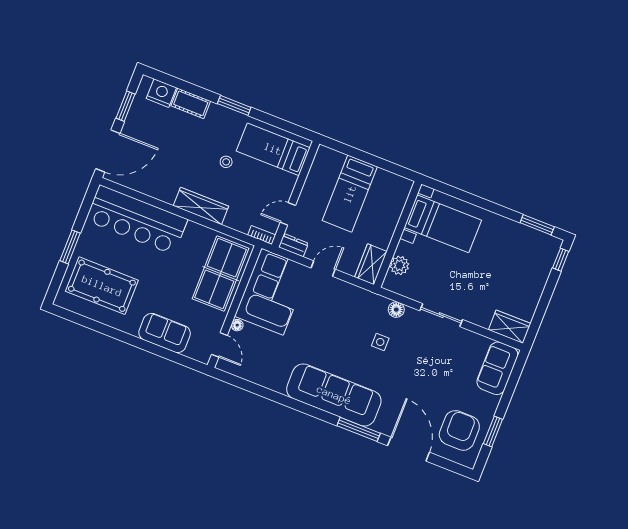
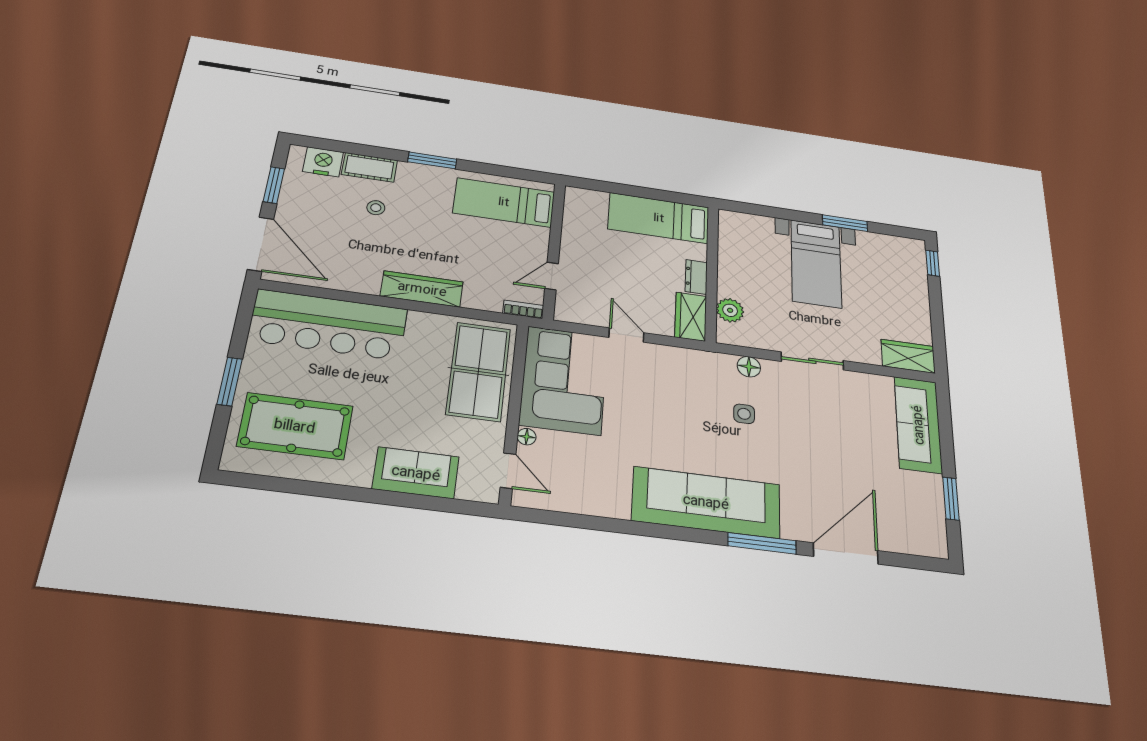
door: (108, 151) -> (261, 244), hinge flipped
stool: (226, 162) -> (376, 208), moved
bed: (350, 194) -> (659, 218), moved, turned 90
bed with nightstands: (443, 224) -> (816, 263), moved, turned 90
window: (537, 225) -> (845, 223), moved
dresser: (294, 245) -> (696, 277), moved, turned -90
door: (323, 269) -> (626, 335), hinge flipped
sofa: (497, 368) -> (918, 425), width x1.36
armchair: (459, 430) -> (905, 509), removed
door: (409, 449) -> (846, 554), hinge flipped

